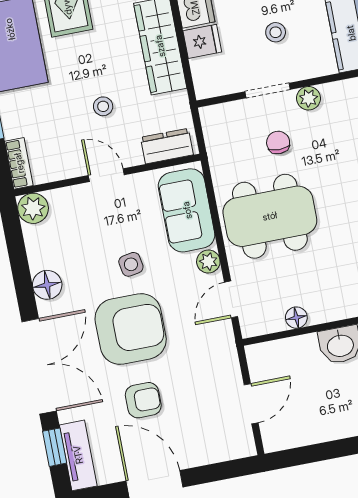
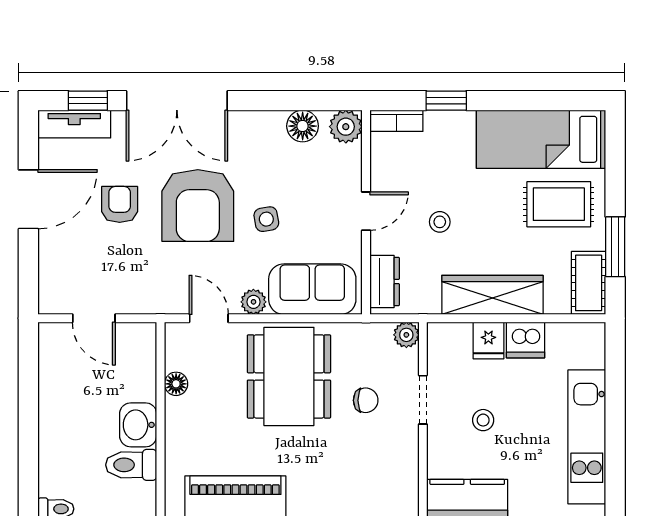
plant: (309, 98) -> (406, 335), moved
floor lamp: (47, 285) -> (303, 126), moved
armchair: (143, 400) -> (120, 204), turned 180

